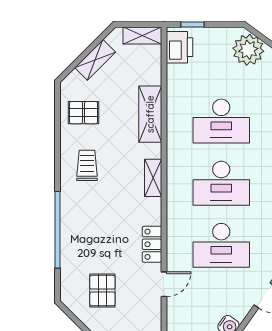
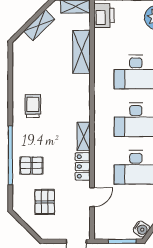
pallet: (84, 113) -> (31, 166), moved
shelving: (150, 114) -> (81, 52), moved
shelving: (153, 178) -> (84, 136), moved

